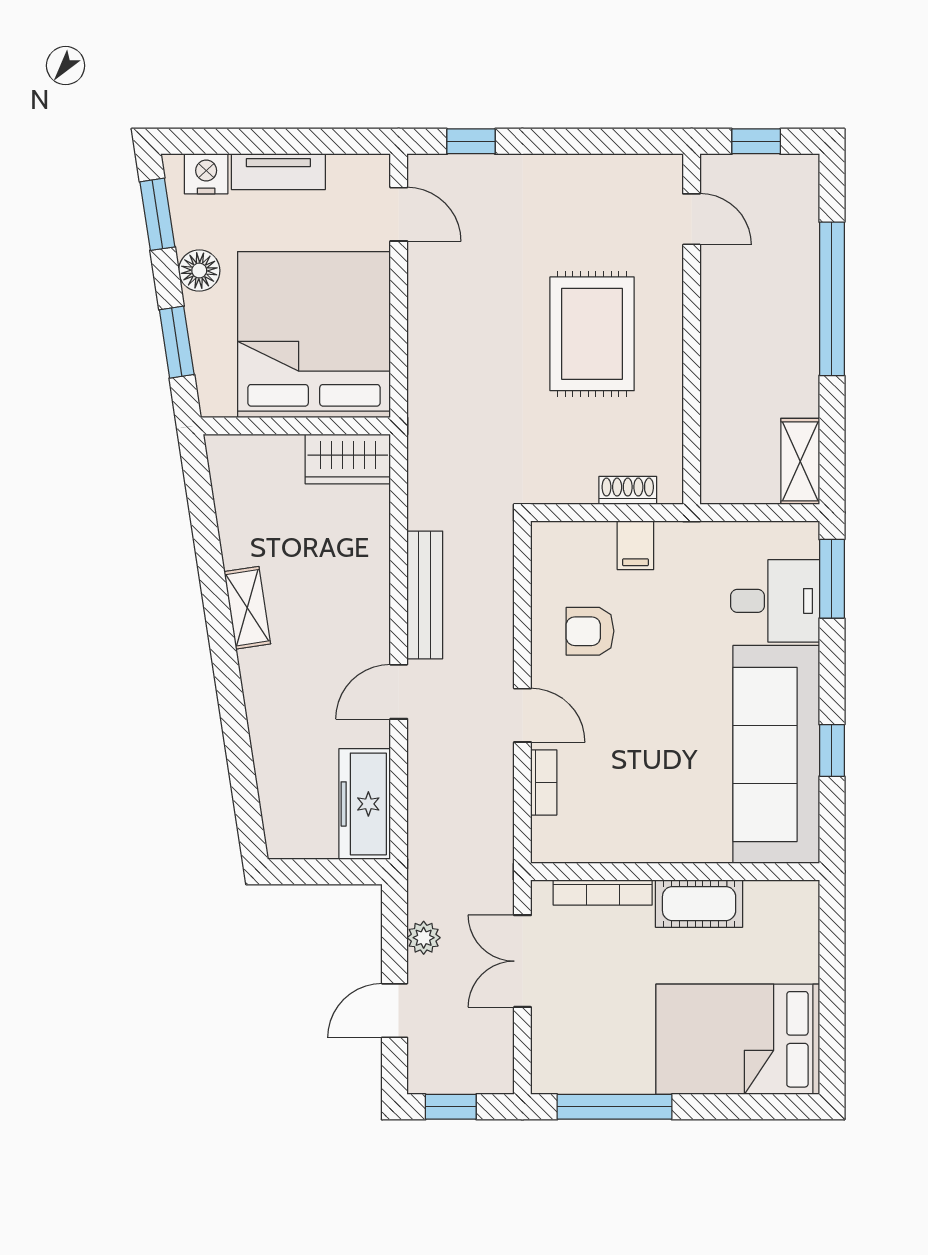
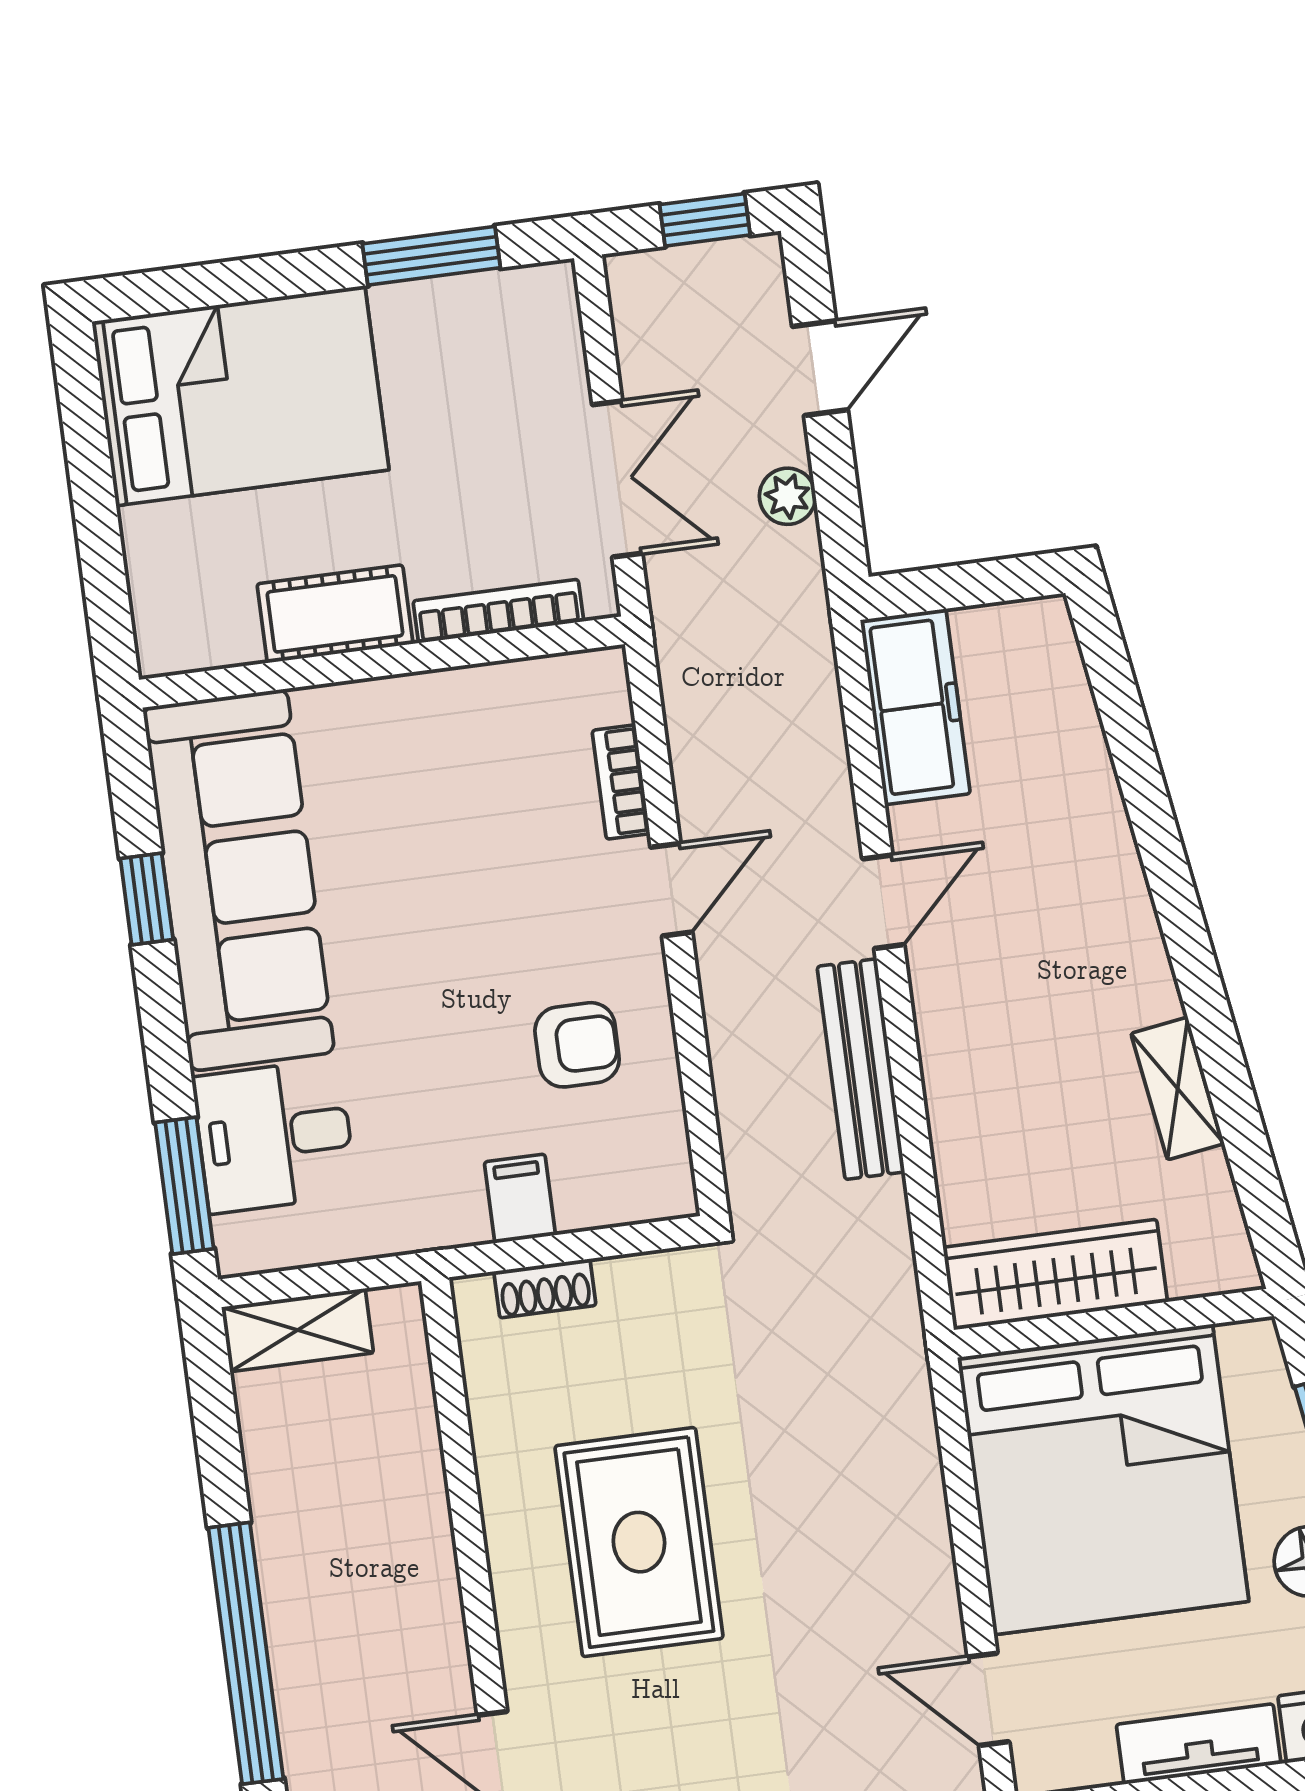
wardrobe: (348, 459) -> (1055, 1275), width x1.50
shelving: (800, 461) -> (298, 1330), moved, turned 90
shelving: (247, 608) -> (1178, 1088), moved
door: (522, 715) -> (671, 890), swing flipped
window: (615, 1107) -> (431, 256), width x0.69

